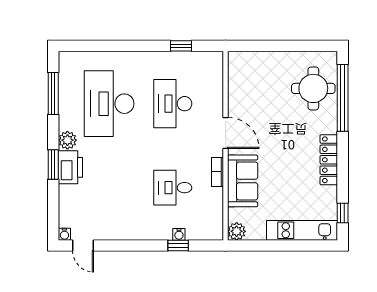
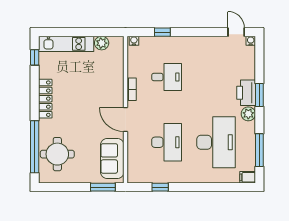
window: (255, 46) -> (103, 187), added
filing cabinet: (68, 59) -> (248, 177), added
sofa: (243, 181) -> (112, 158), moved
plant: (237, 231) -> (102, 43), moved
water cooler: (179, 234) -> (134, 41), moved

